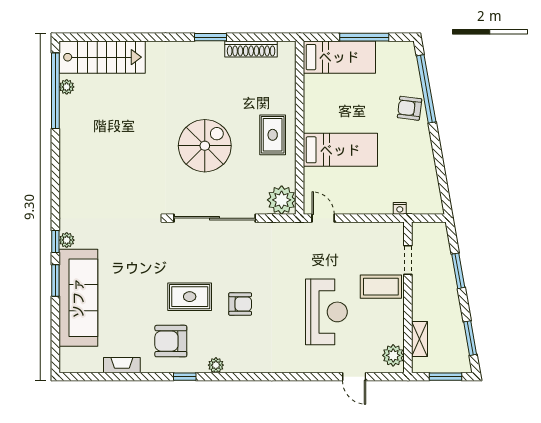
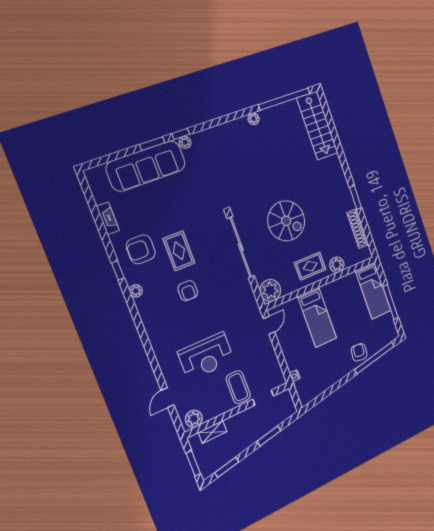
plant: (67, 87) -> (253, 119), moved
plant: (285, 97) -> (337, 265), added
armchair: (171, 341) -> (141, 249), turned -90

